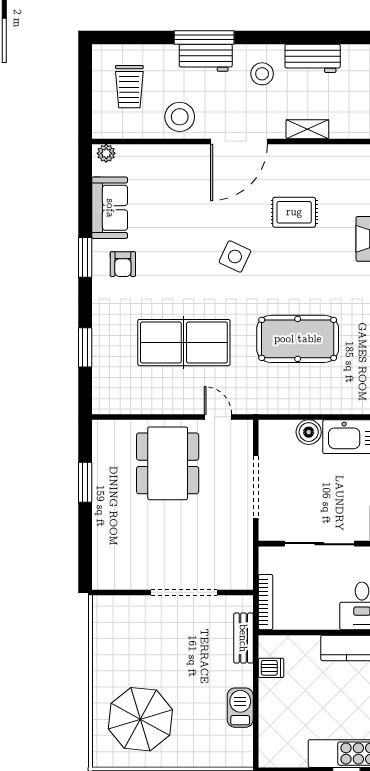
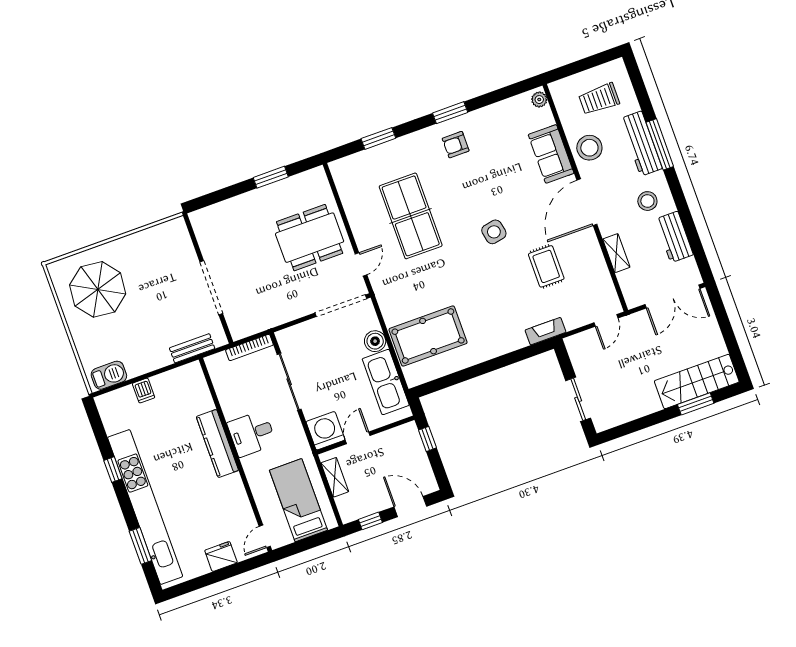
workbench: (206, 58) -> (641, 144), width x1.38
door: (239, 141) -> (587, 202), hinge flipped
sofa: (110, 208) -> (551, 154), moved, turned 90
side table: (235, 256) -> (494, 232), turned -36
pool table: (298, 339) -> (428, 336), moved, turned 90
doorway: (256, 487) -> (341, 306), moved
bookcase: (266, 602) -> (249, 347), moved
dishwasher: (271, 668) -> (144, 391), moved
barbecue: (240, 708) -> (109, 375), moved

